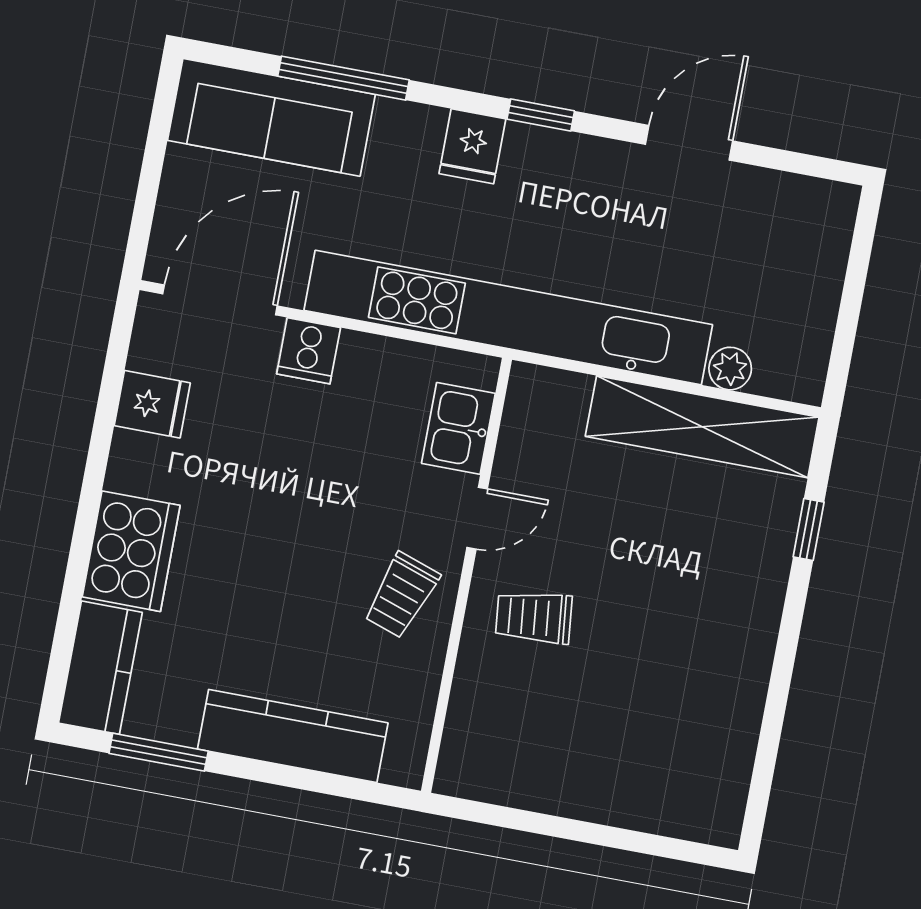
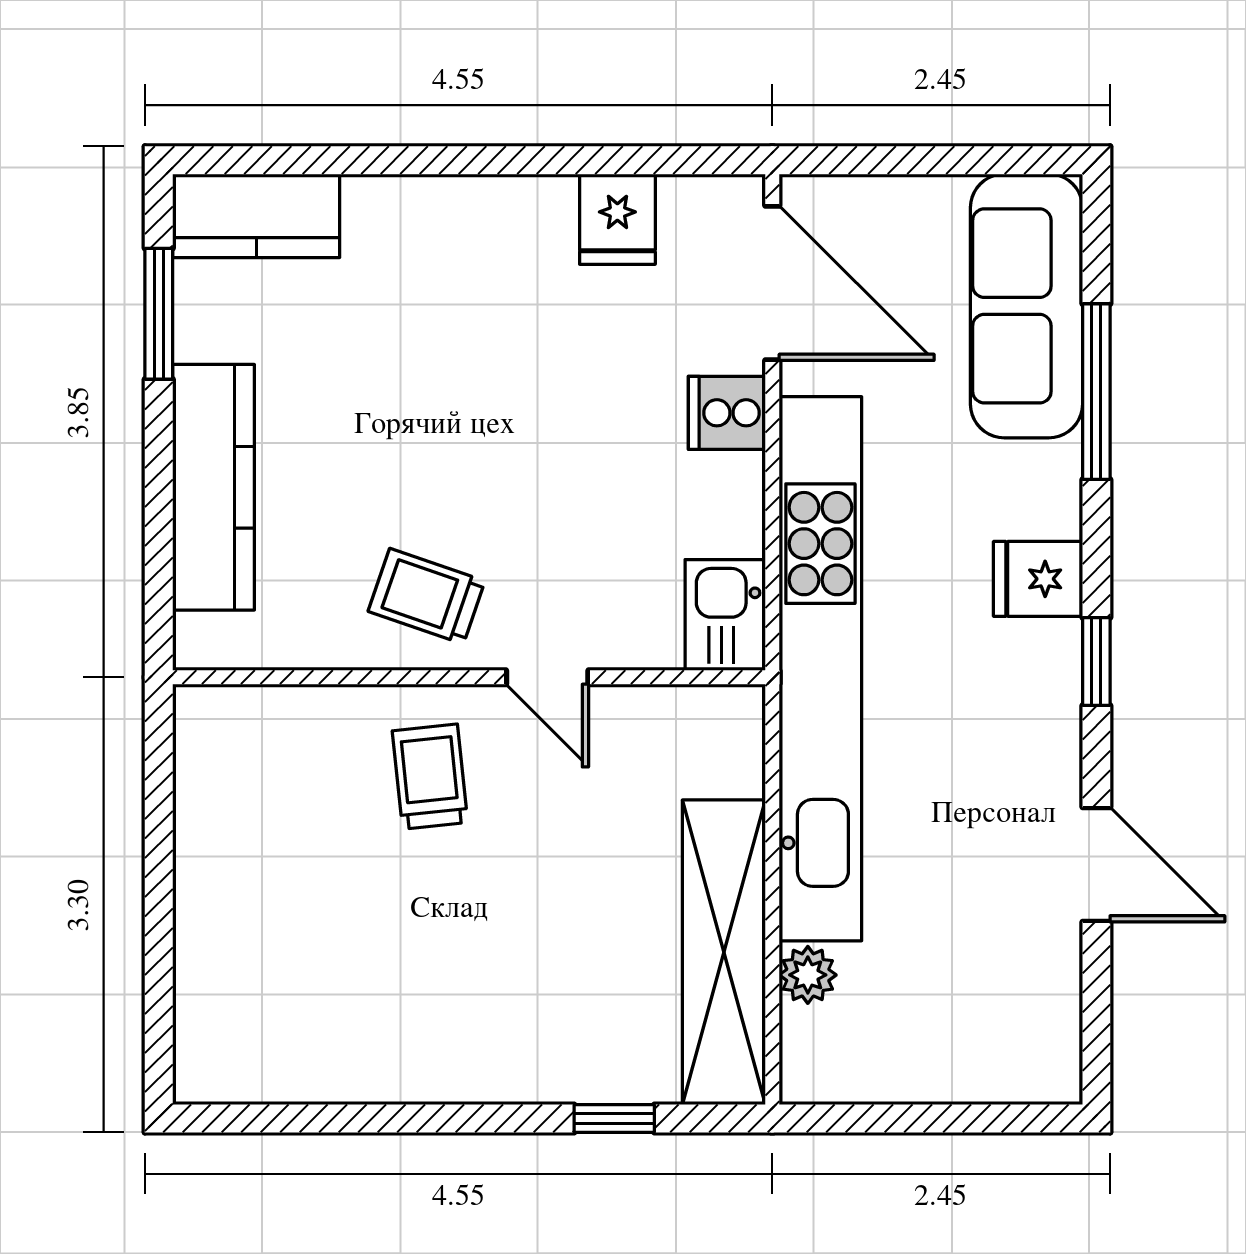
kitchen sink: (458, 428) -> (725, 615), moved, turned -90
cooker: (131, 551) -> (418, 228), removed

